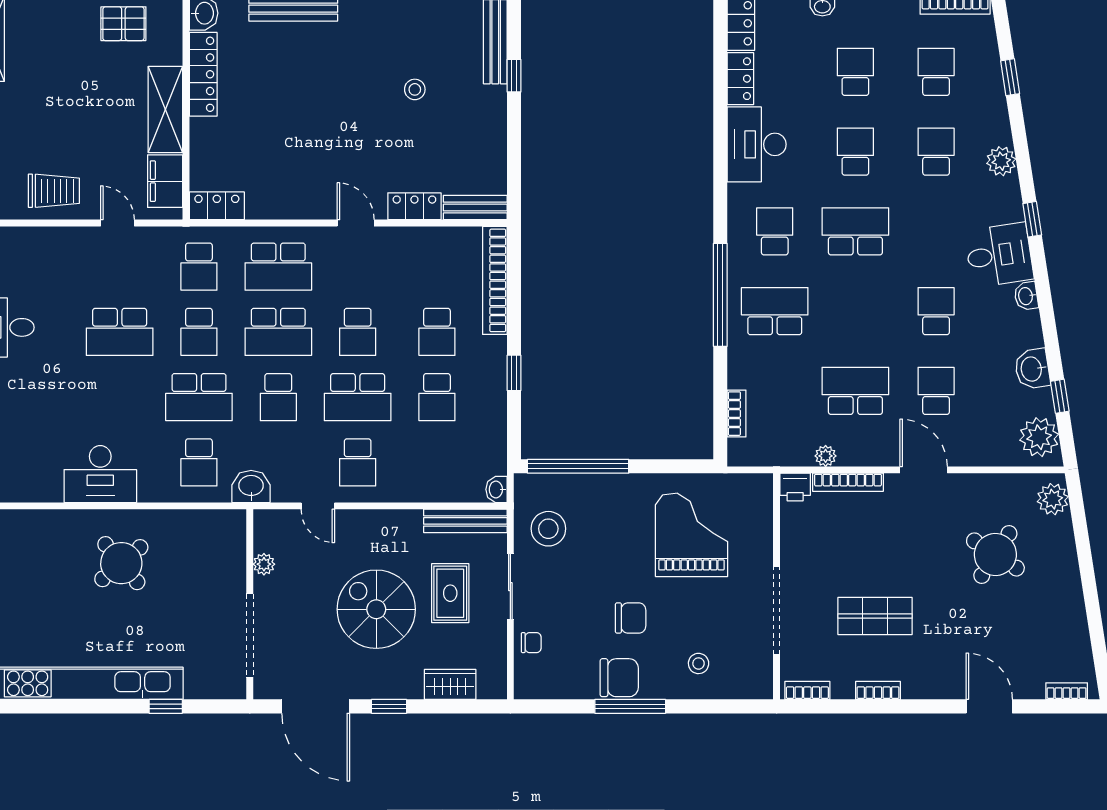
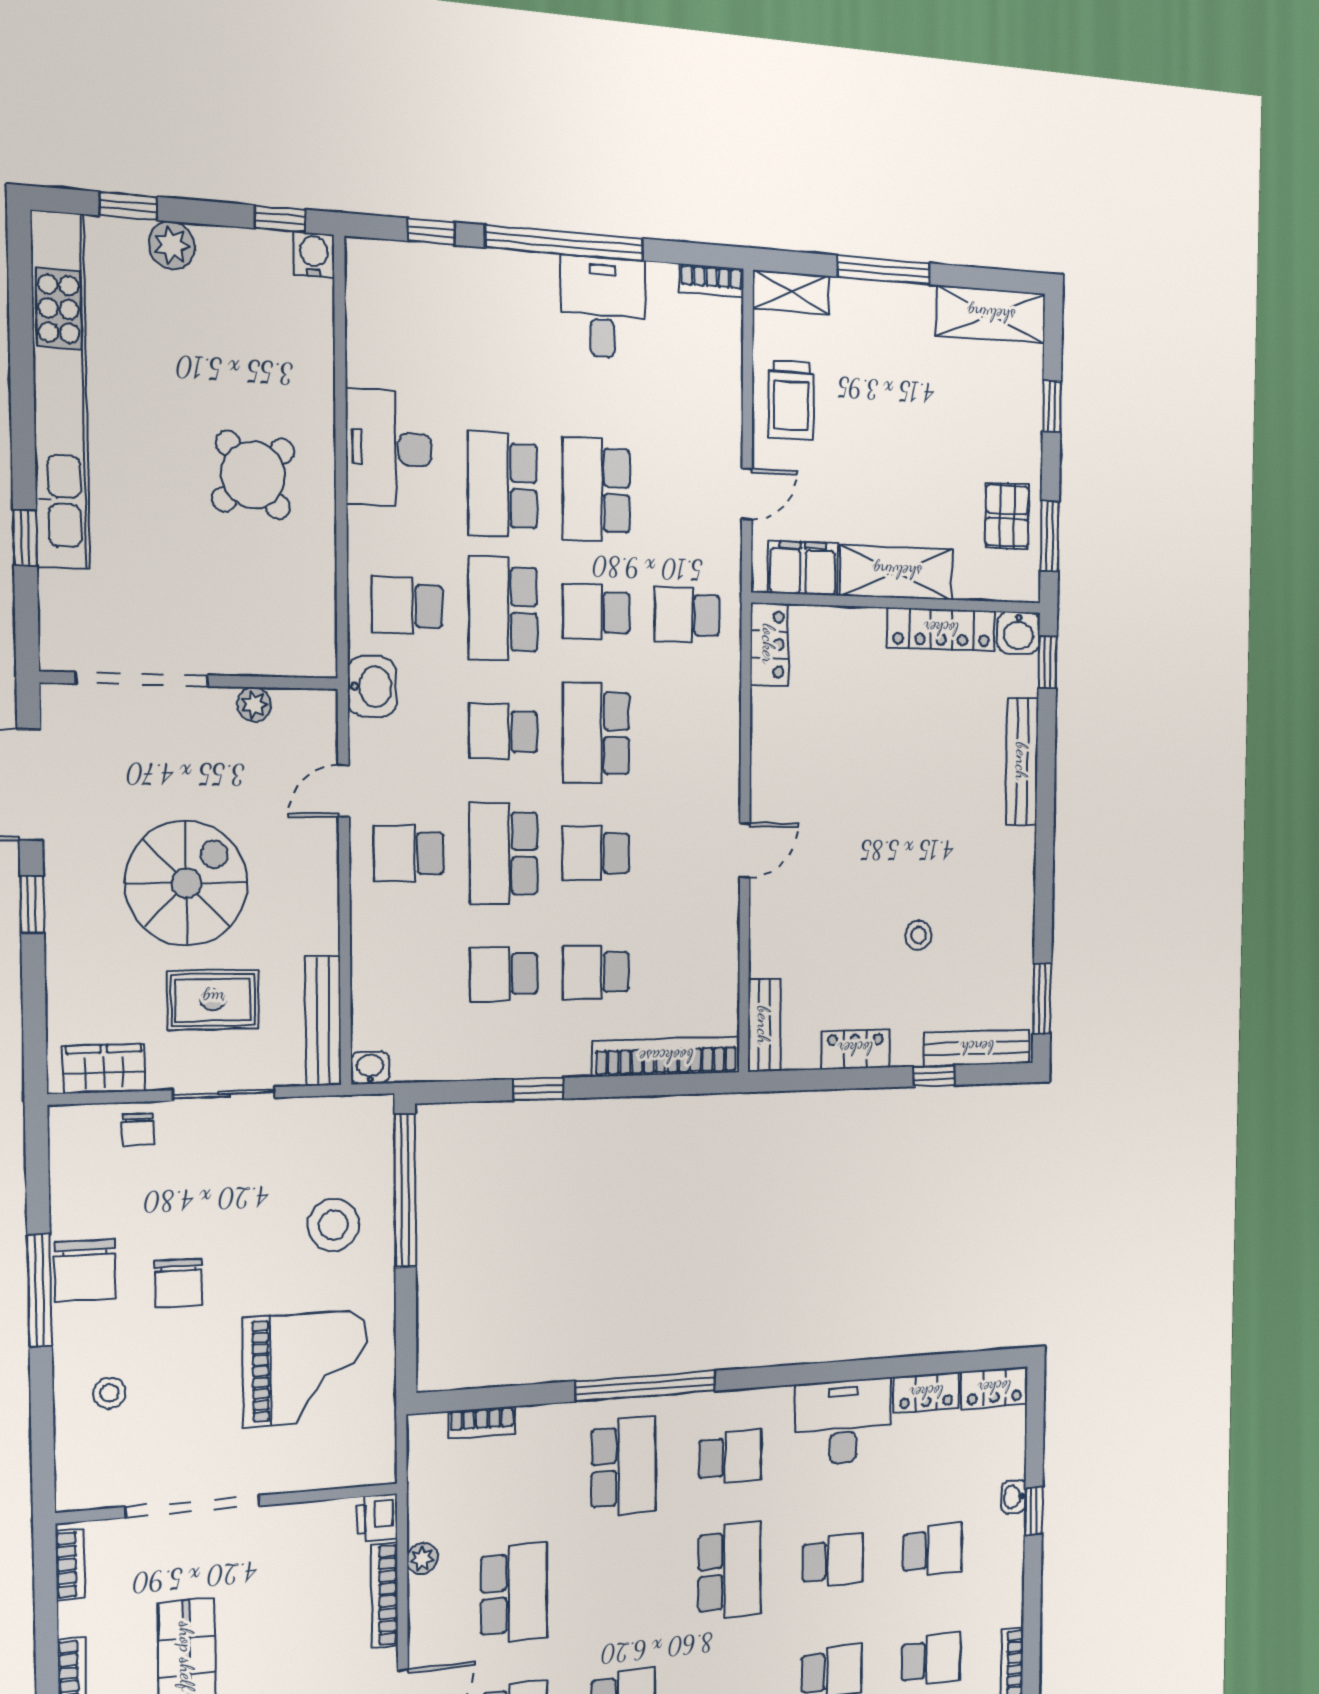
locker: (414, 206) -> (855, 1049), moved, turned -90
school desk: (278, 267) -> (503, 485), moved
stool: (548, 529) -> (333, 1225), moved
wardrobe: (450, 684) -> (104, 1069), moved, turned -90

